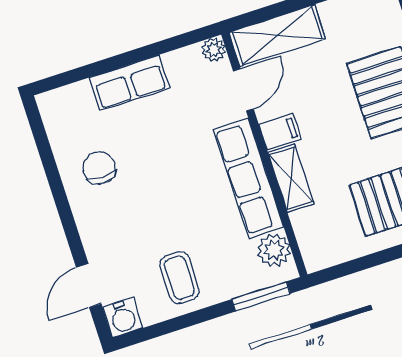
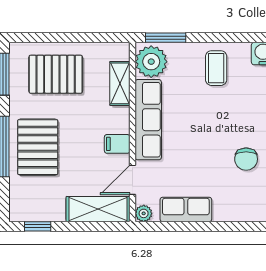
row of seats: (129, 83) -> (186, 209), moved
shelving: (291, 178) -> (120, 83), moved
plant: (274, 250) -> (151, 62), width x1.36, depth x1.36

